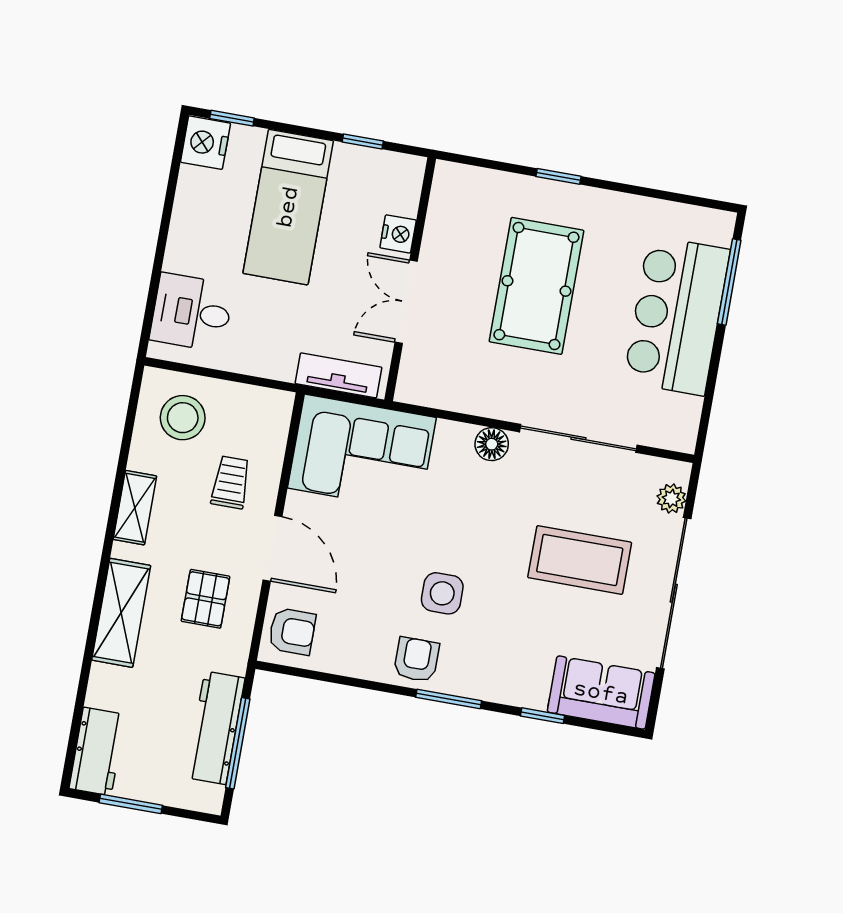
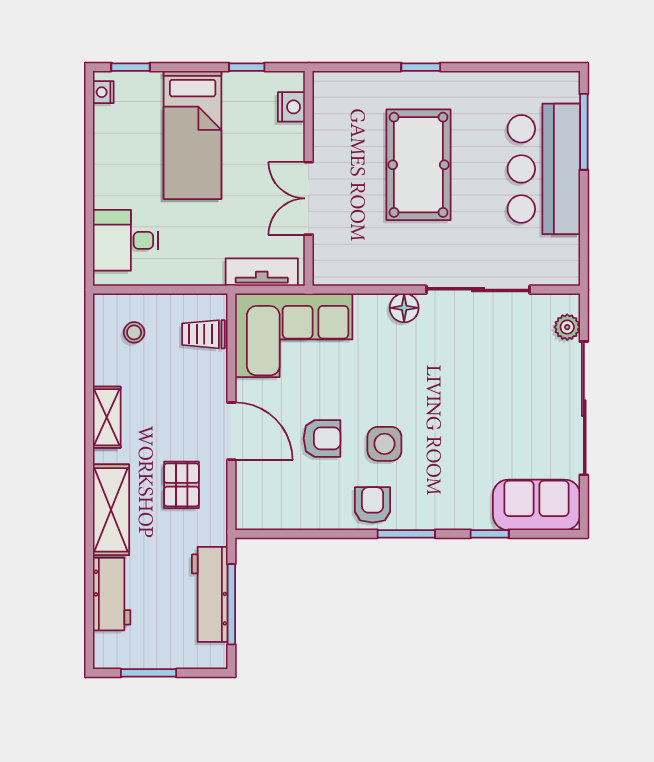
nightstand: (205, 143) -> (103, 92), width x0.53, depth x0.56
nightstand: (398, 234) -> (291, 107), moved
stool: (183, 418) -> (134, 332), width x0.53, depth x0.53
trolley: (231, 482) -> (203, 334), moved, turned -90
coffee table: (580, 560) -> (498, 394), removed
armchair: (292, 631) -> (322, 438), moved
workbench: (97, 751) -> (112, 594), moved

